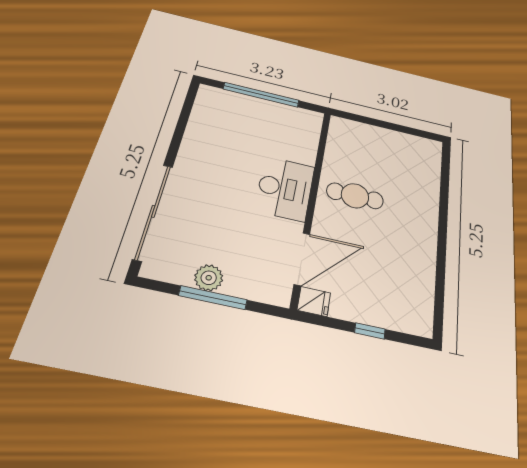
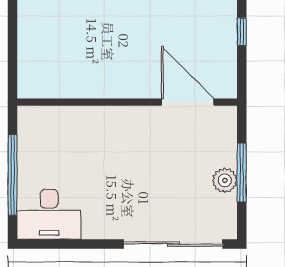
desk: (285, 189) -> (49, 214), moved, turned 180
cafe table: (355, 196) -> (108, 61), removed
fridge: (314, 301) -> (226, 85), removed

